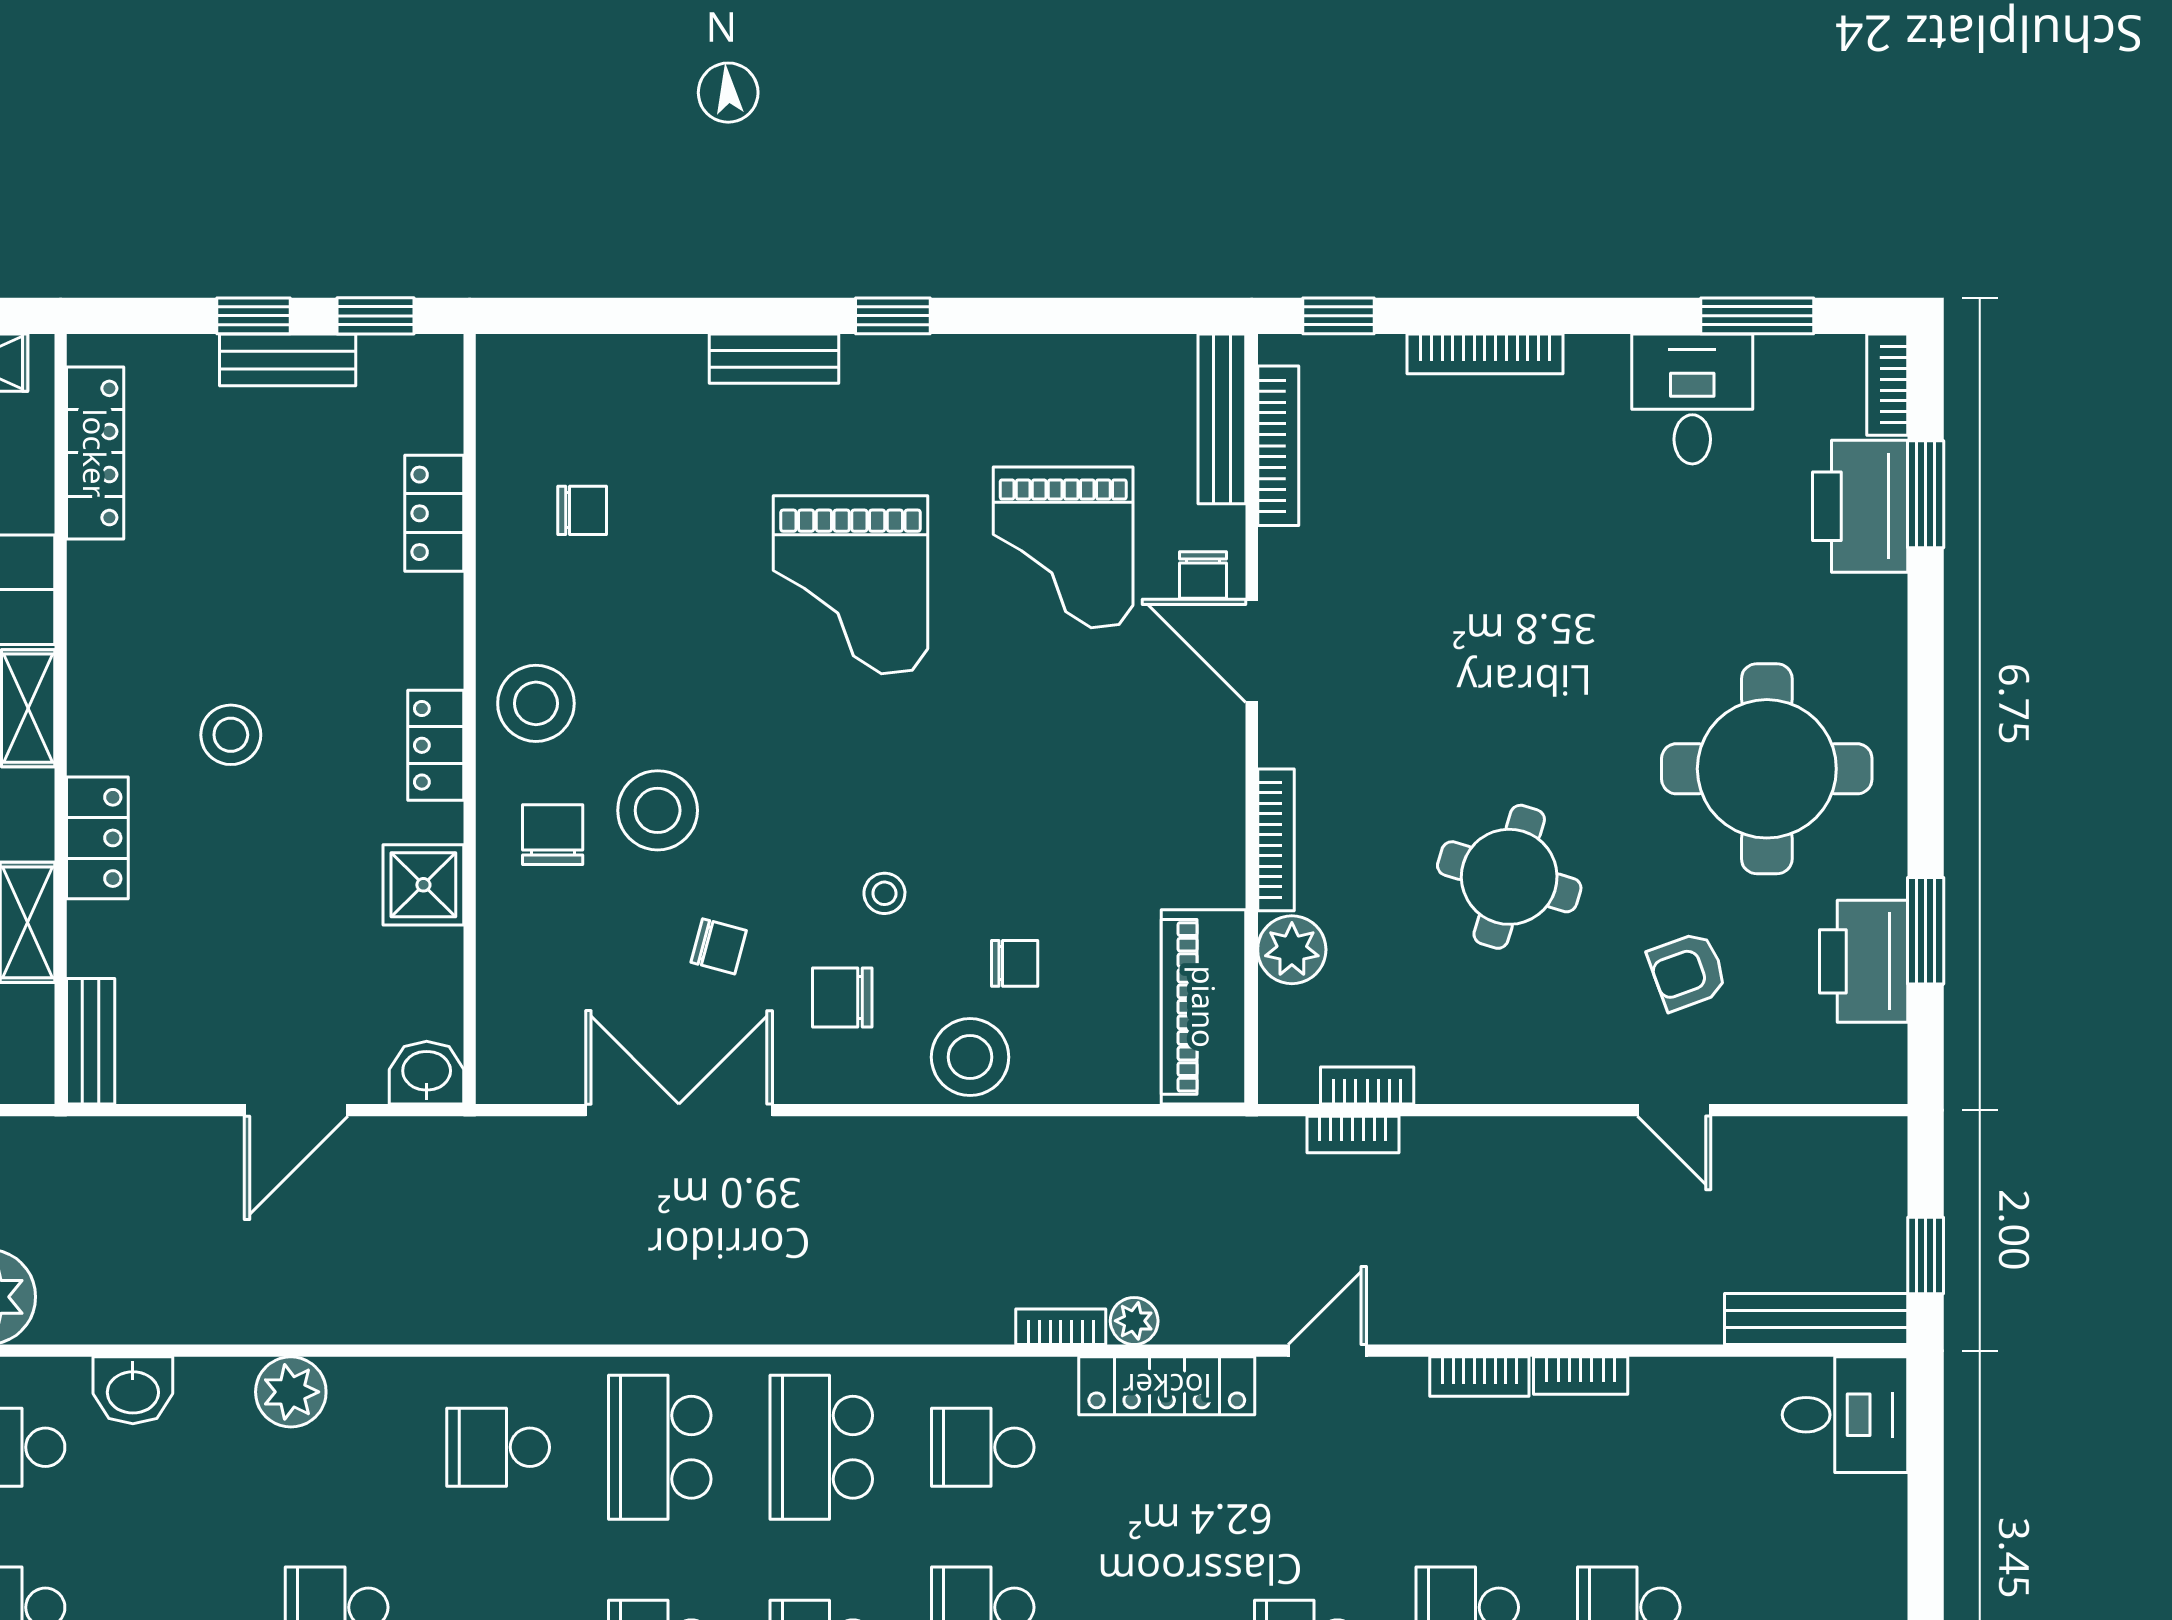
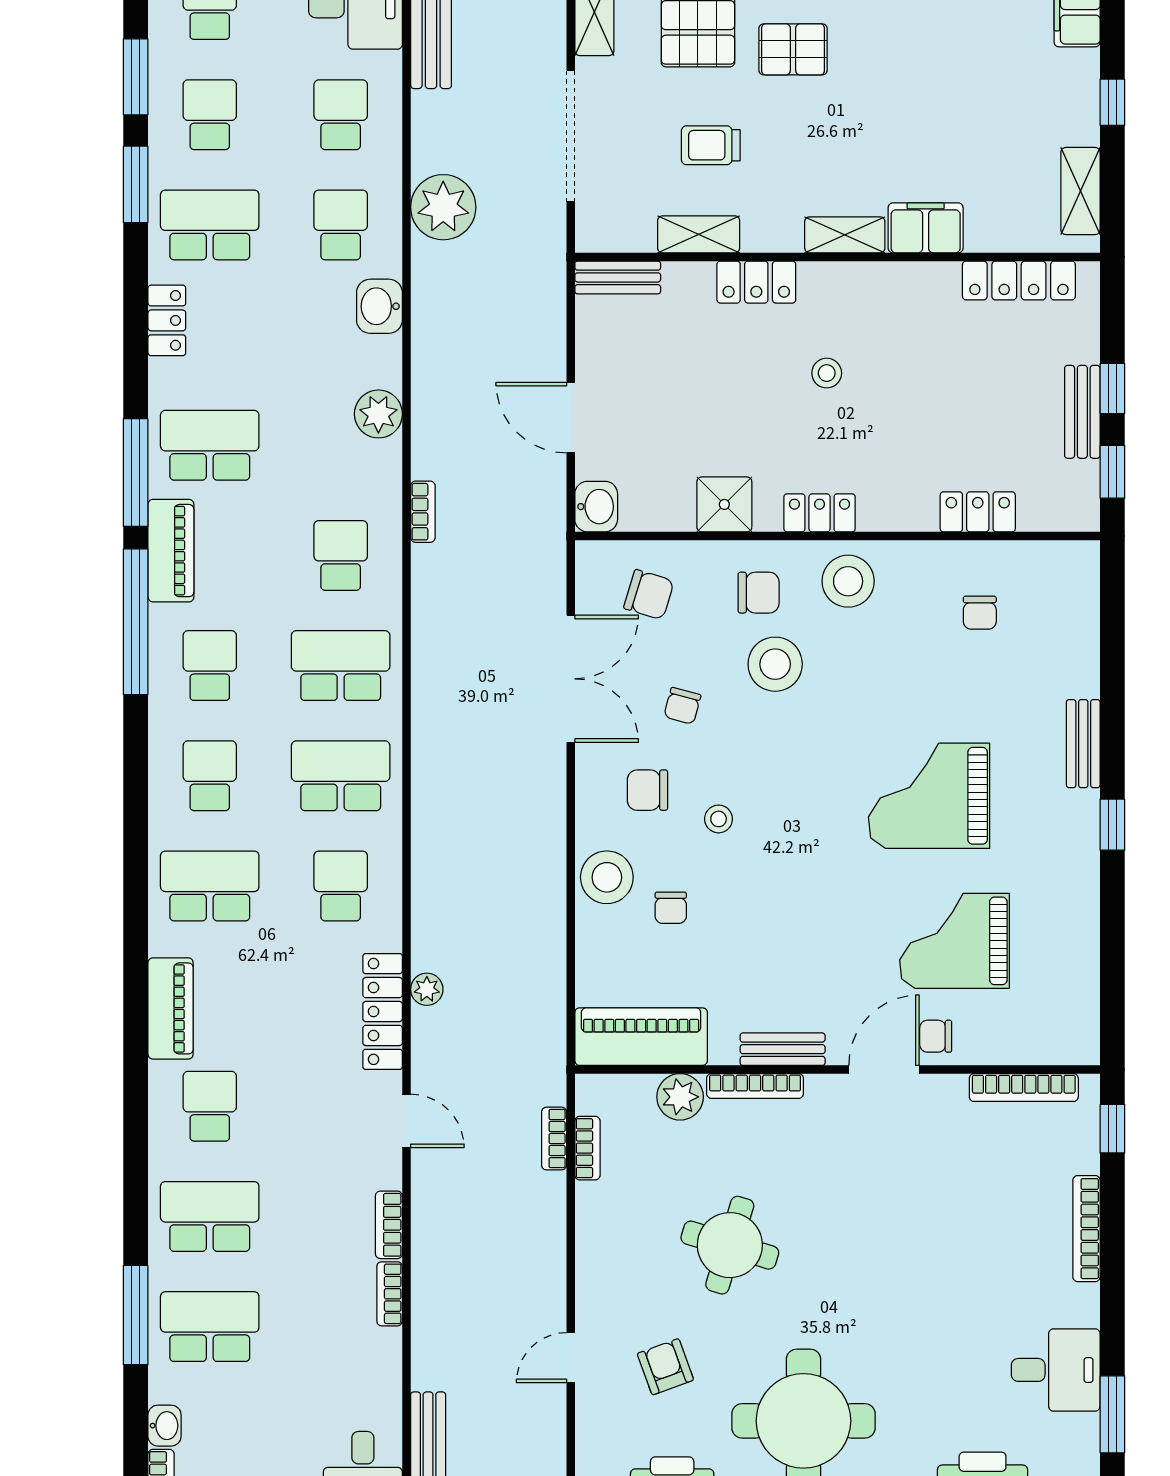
bench: (1222, 419) -> (783, 1049), moved, width x0.73
stool: (231, 735) -> (827, 373), width x0.73, depth x0.73
chair: (556, 995) -> (649, 595), added
chair: (842, 997) -> (647, 790), turned -90
bookcase: (1061, 1327) -> (423, 512), moved

